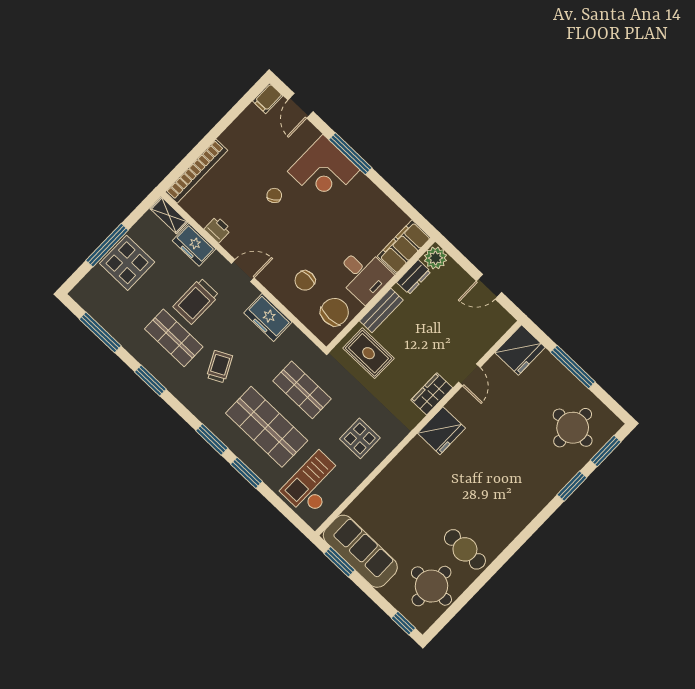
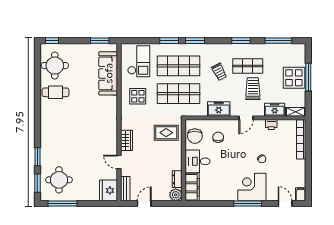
bench: (381, 310) -> (125, 189), moved
window: (573, 367) -> (63, 204), moved
shop shelf: (302, 390) -> (178, 94), width x1.43, depth x1.36
fridge: (441, 431) -> (109, 130), removed
sofa: (360, 551) -> (108, 73), moved, turned 90

